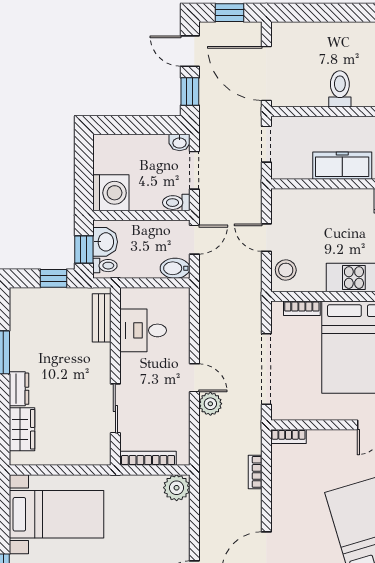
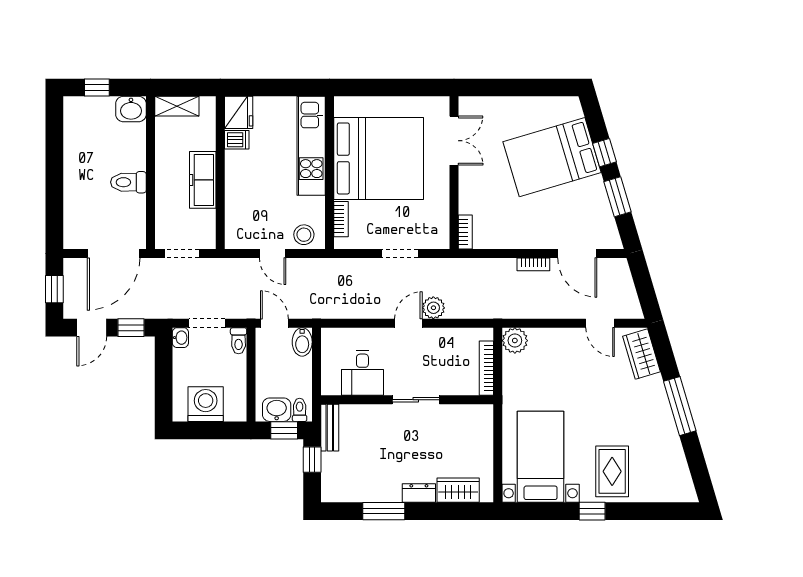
washing machine: (111, 193) -> (206, 404), moved
door: (266, 238) -> (273, 253), hinge flipped
bench: (102, 318) -> (330, 428), moved, turned 90
doorway: (266, 369) -> (400, 253), width x0.53
sliding door: (115, 408) -> (416, 400), moved
bookcase: (255, 472) -> (533, 264), moved

